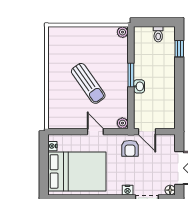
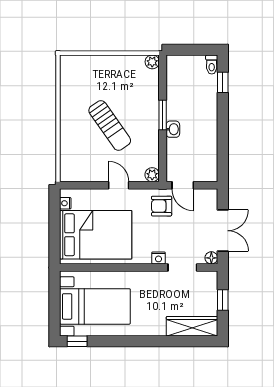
toilet: (158, 34) -> (212, 64), moved
armchair: (130, 148) -> (162, 206), turned 90

